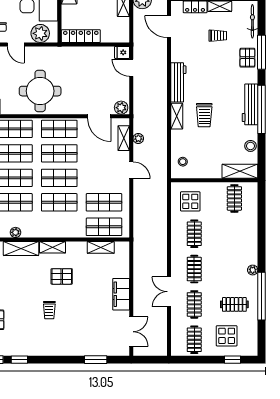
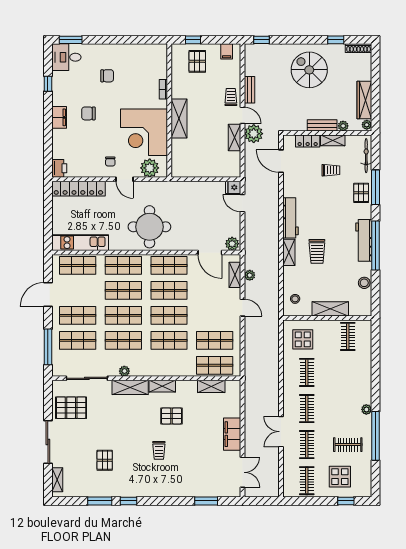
locker: (81, 36) -> (191, 171), removed
shelving: (240, 171) -> (330, 309), moved

